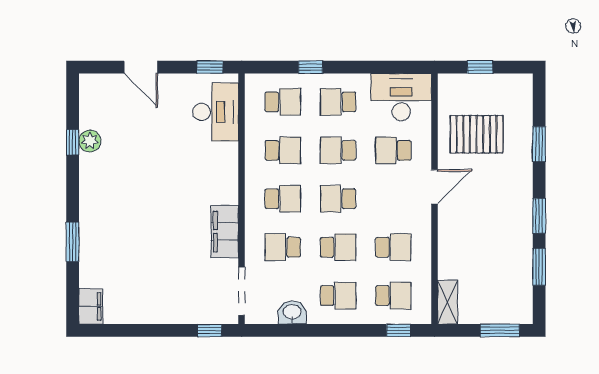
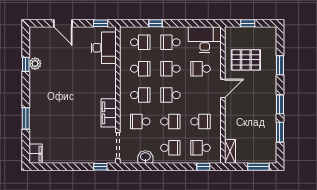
school desk: (393, 296) -> (200, 148), turned 180

